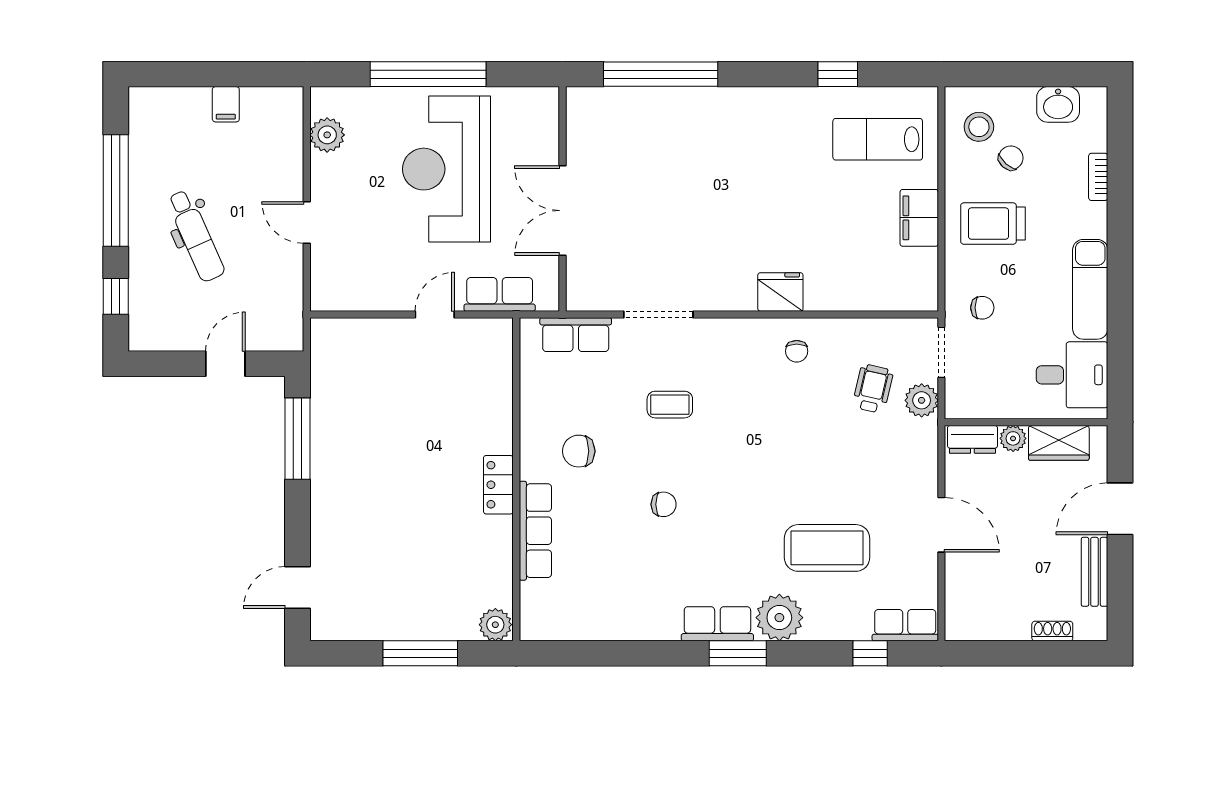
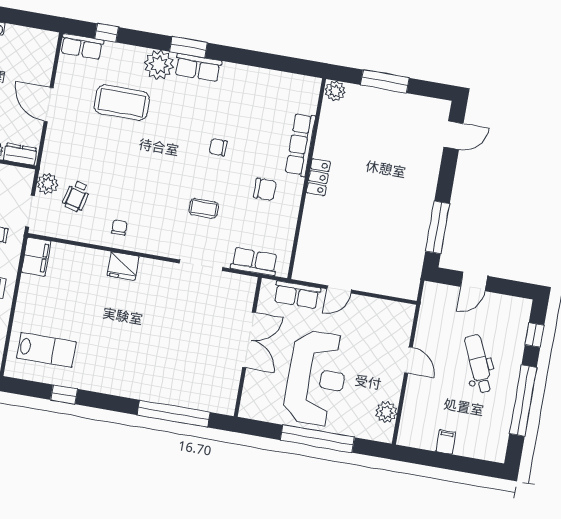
filing cabinet: (919, 218) -> (36, 257), moved

